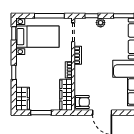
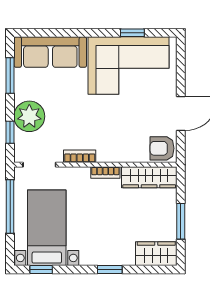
plant: (101, 23) -> (29, 116), width x1.87, depth x1.87
armchair: (82, 102) -> (162, 148), turned -90

